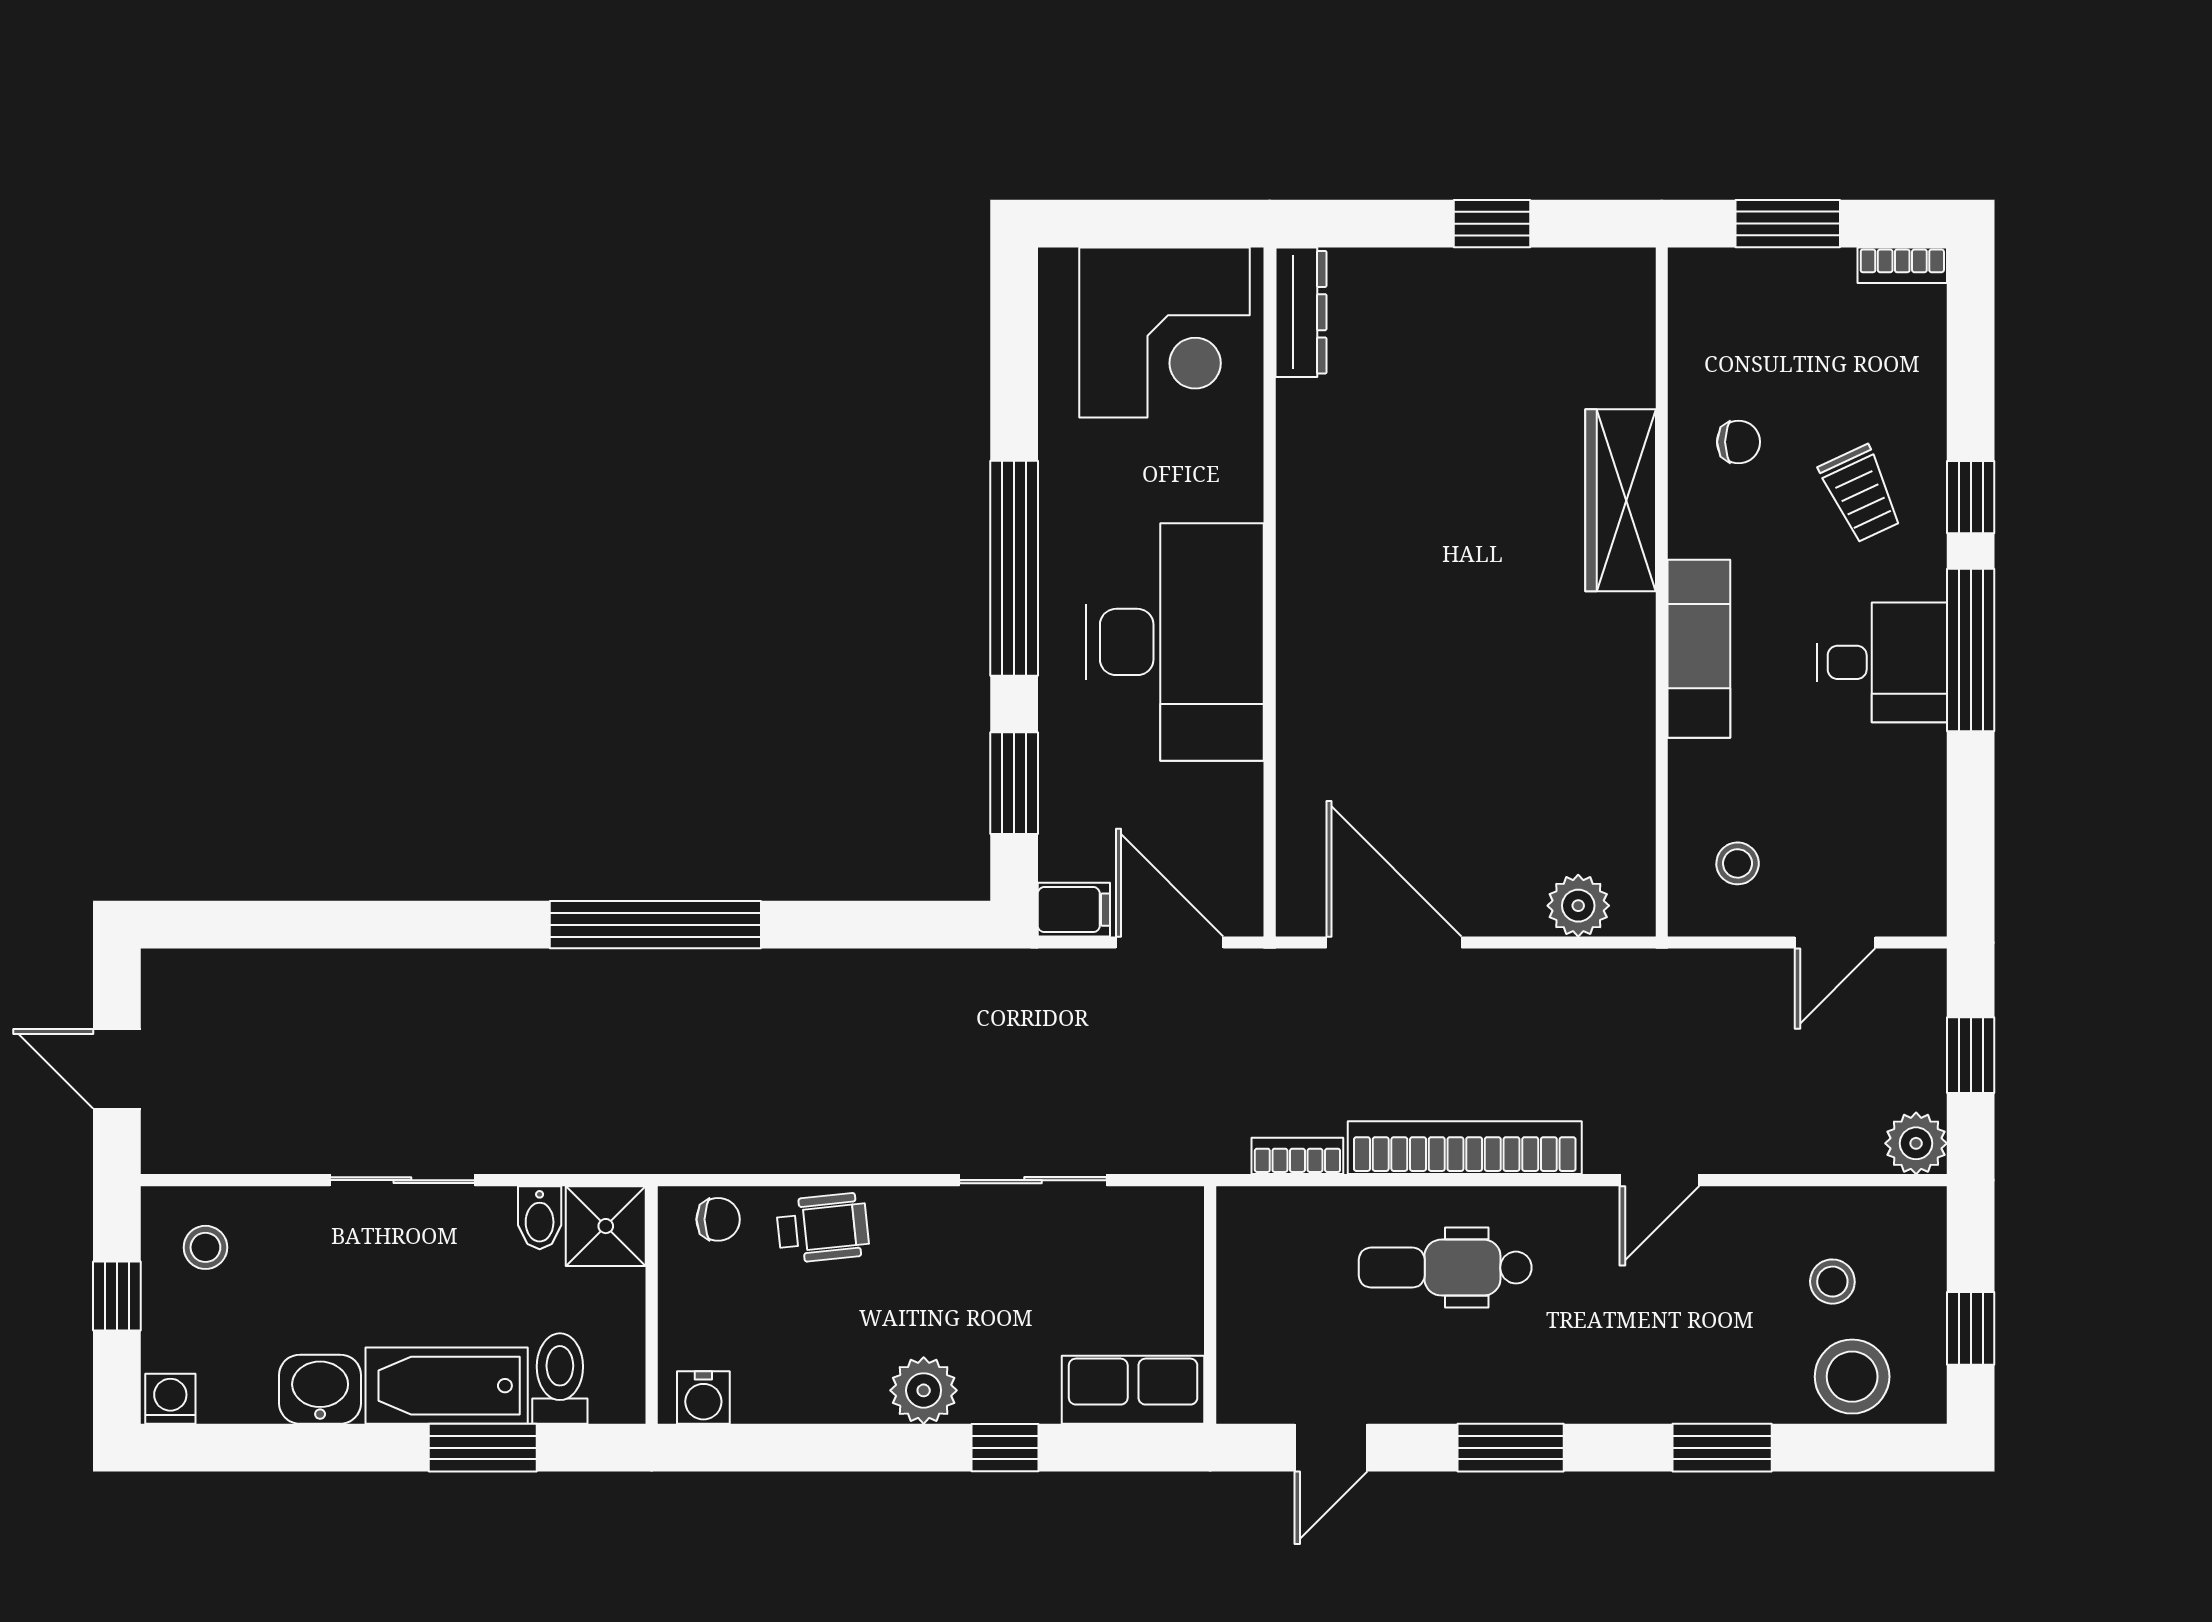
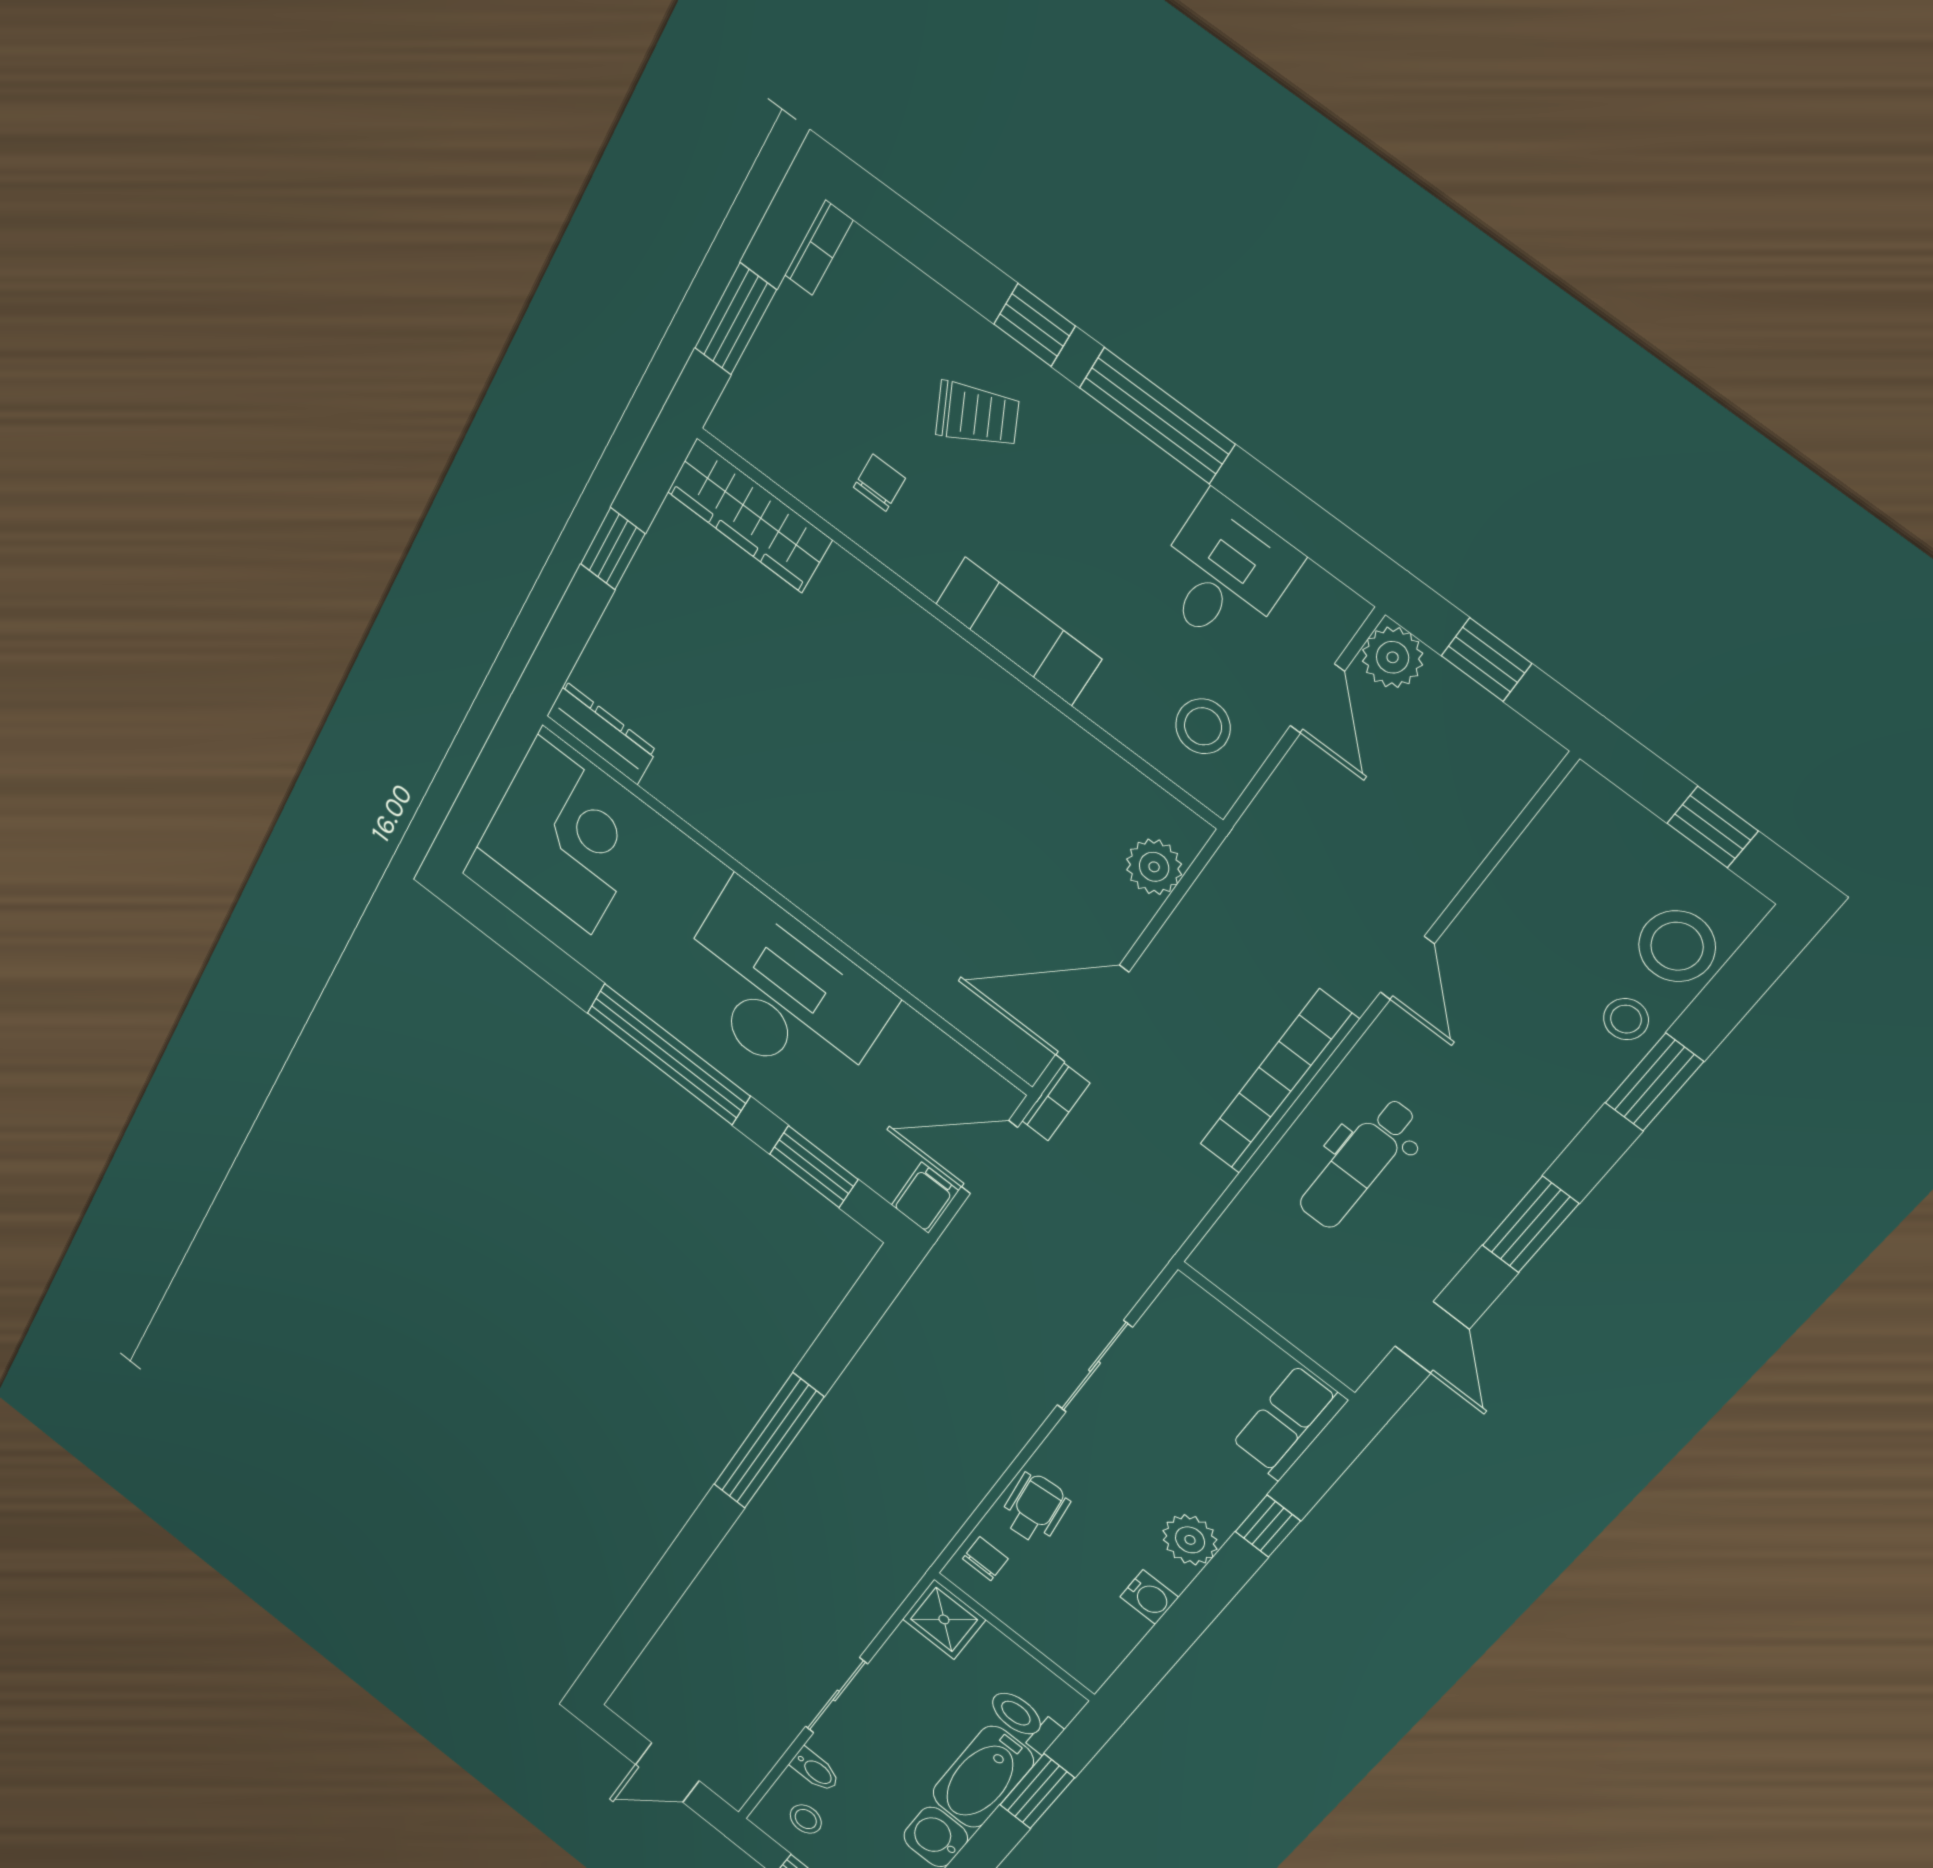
wardrobe: (1621, 500) -> (749, 516), moved
desk: (1882, 662) -> (1224, 573), moved
stool: (1738, 863) -> (1203, 726), width x1.37, depth x1.37
plant: (1916, 1143) -> (1393, 657), moved
bookcase: (1297, 1156) -> (1056, 1102), moved, turned 180
bidet: (540, 1218) -> (815, 1770), moved
stool: (1832, 1282) -> (1626, 1019), moved
water cooler: (703, 1397) -> (1149, 1597), moved

